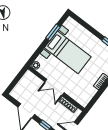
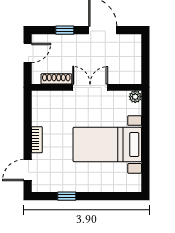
window: (53, 32) -> (145, 155), removed

